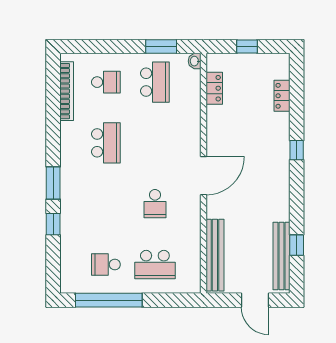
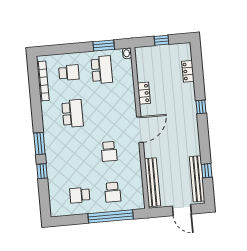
locker: (214, 88) -> (144, 93), moved
school desk: (155, 264) -> (113, 192), width x0.54
window: (109, 300) -> (111, 216), moved

